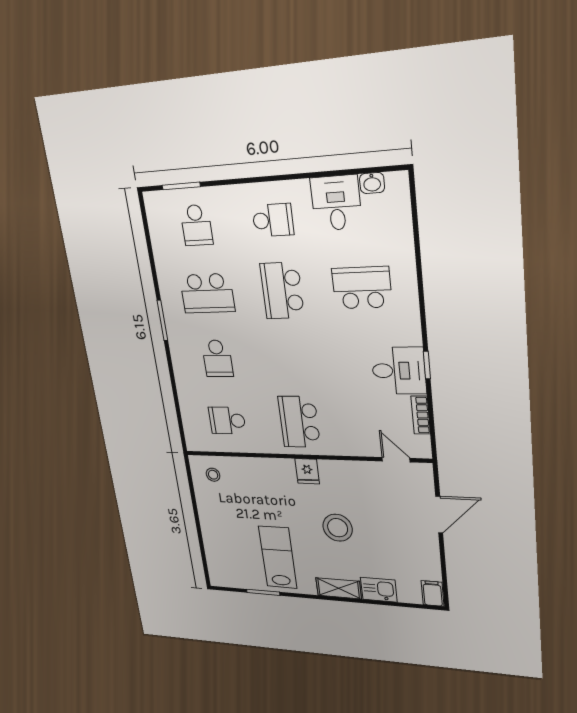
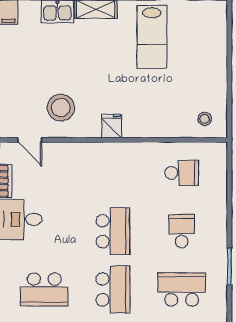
school desk: (299, 422) -> (113, 231), moved
stool: (338, 528) -> (61, 108), moved

